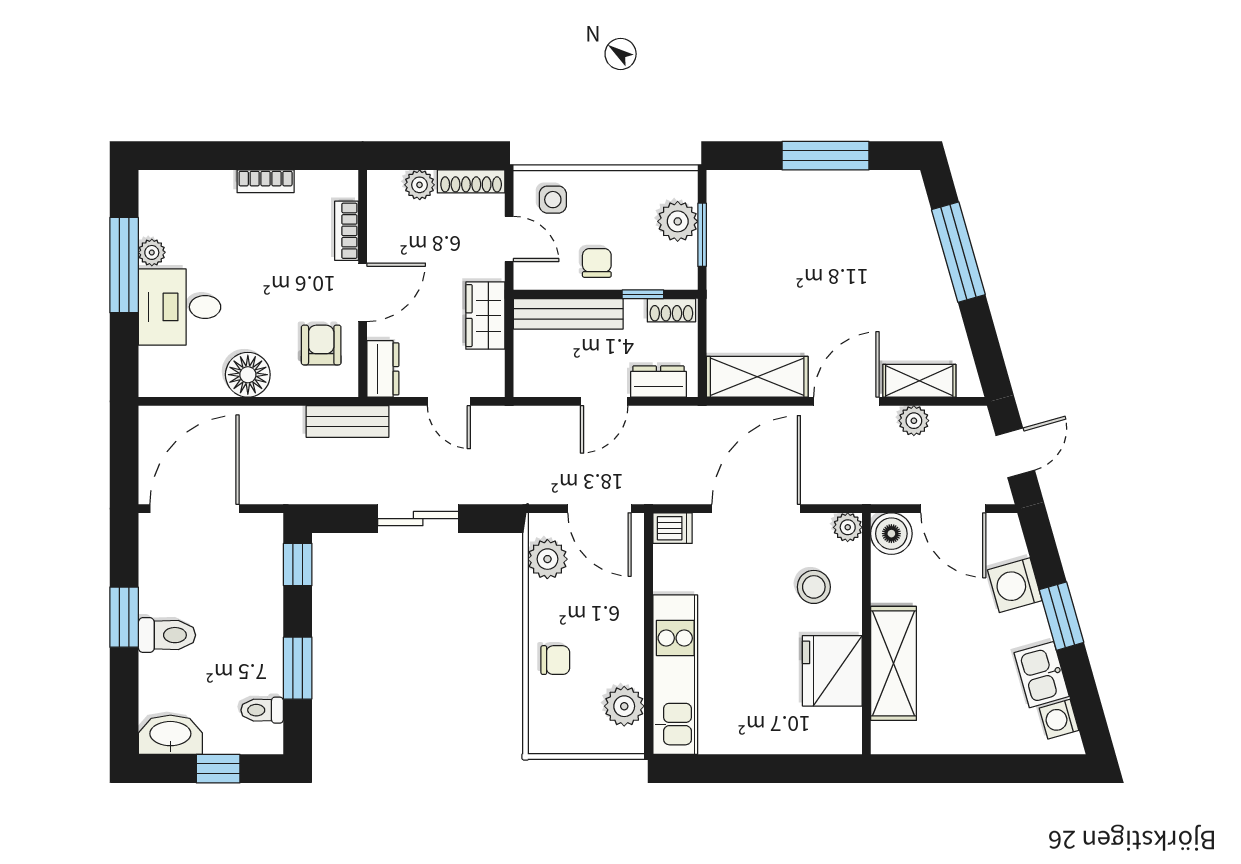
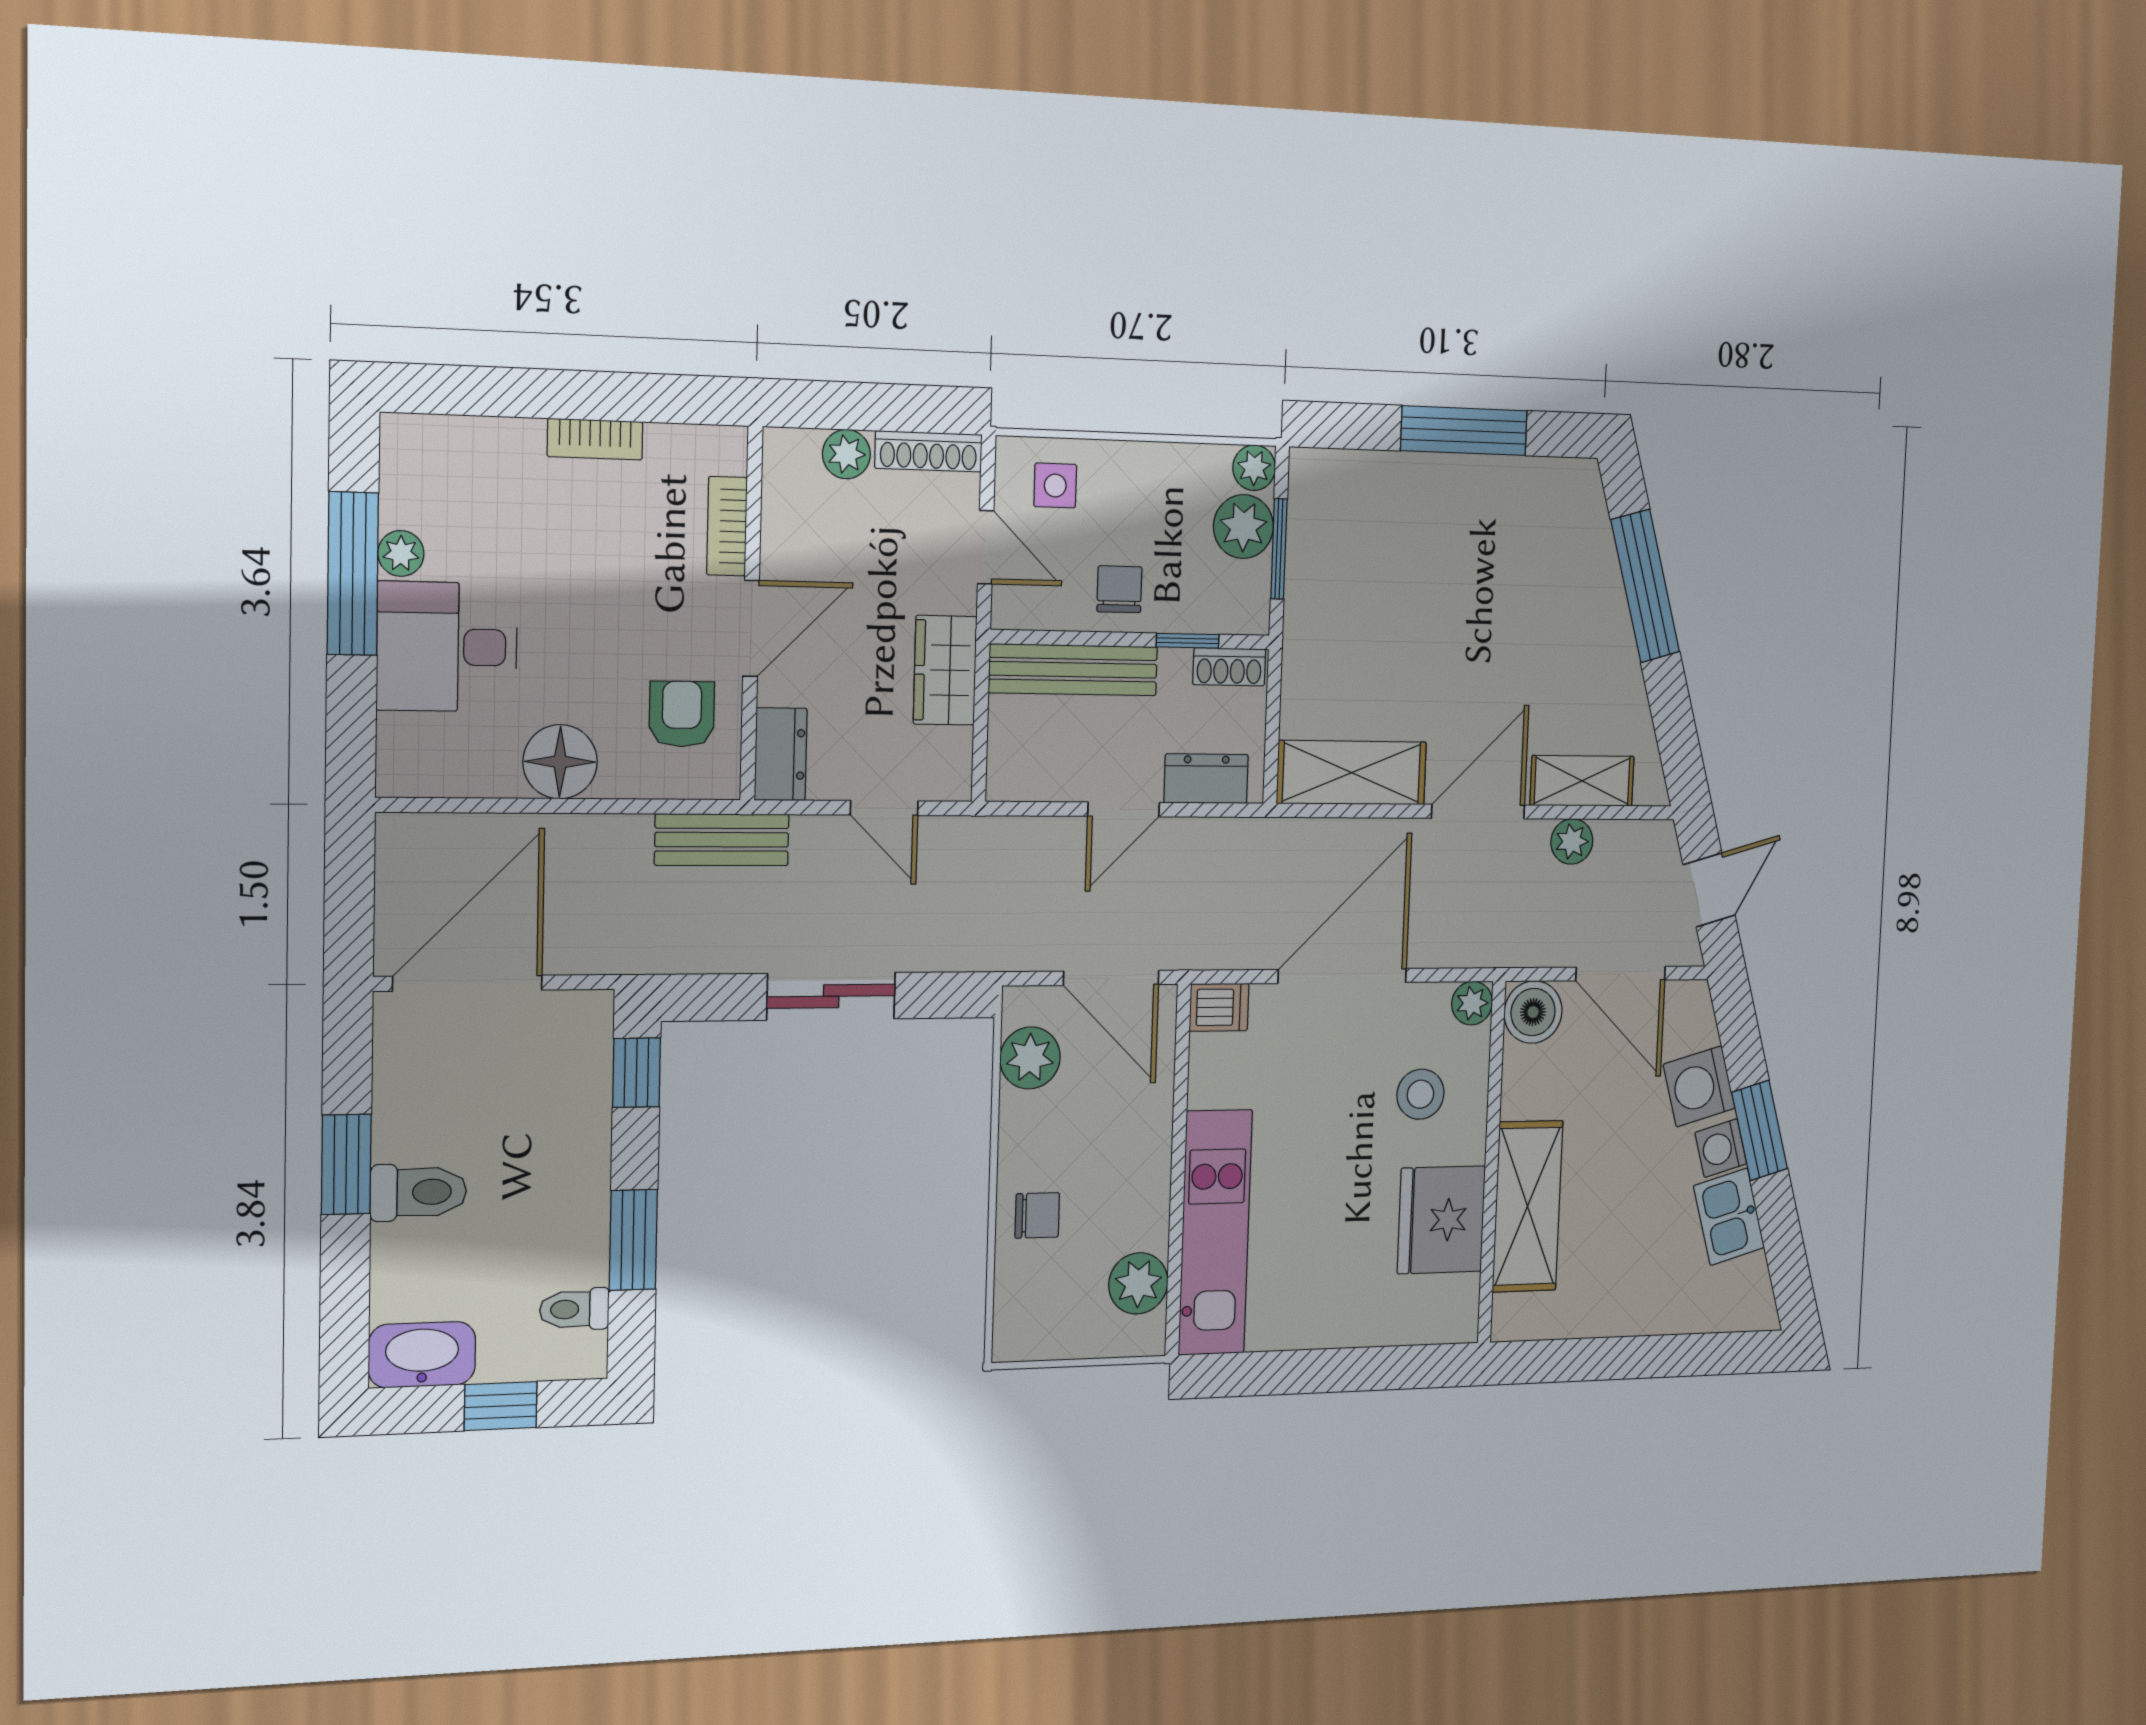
plant: (683, 184) -> (1254, 468), added
washing machine: (1059, 719) -> (1721, 1148), moved

